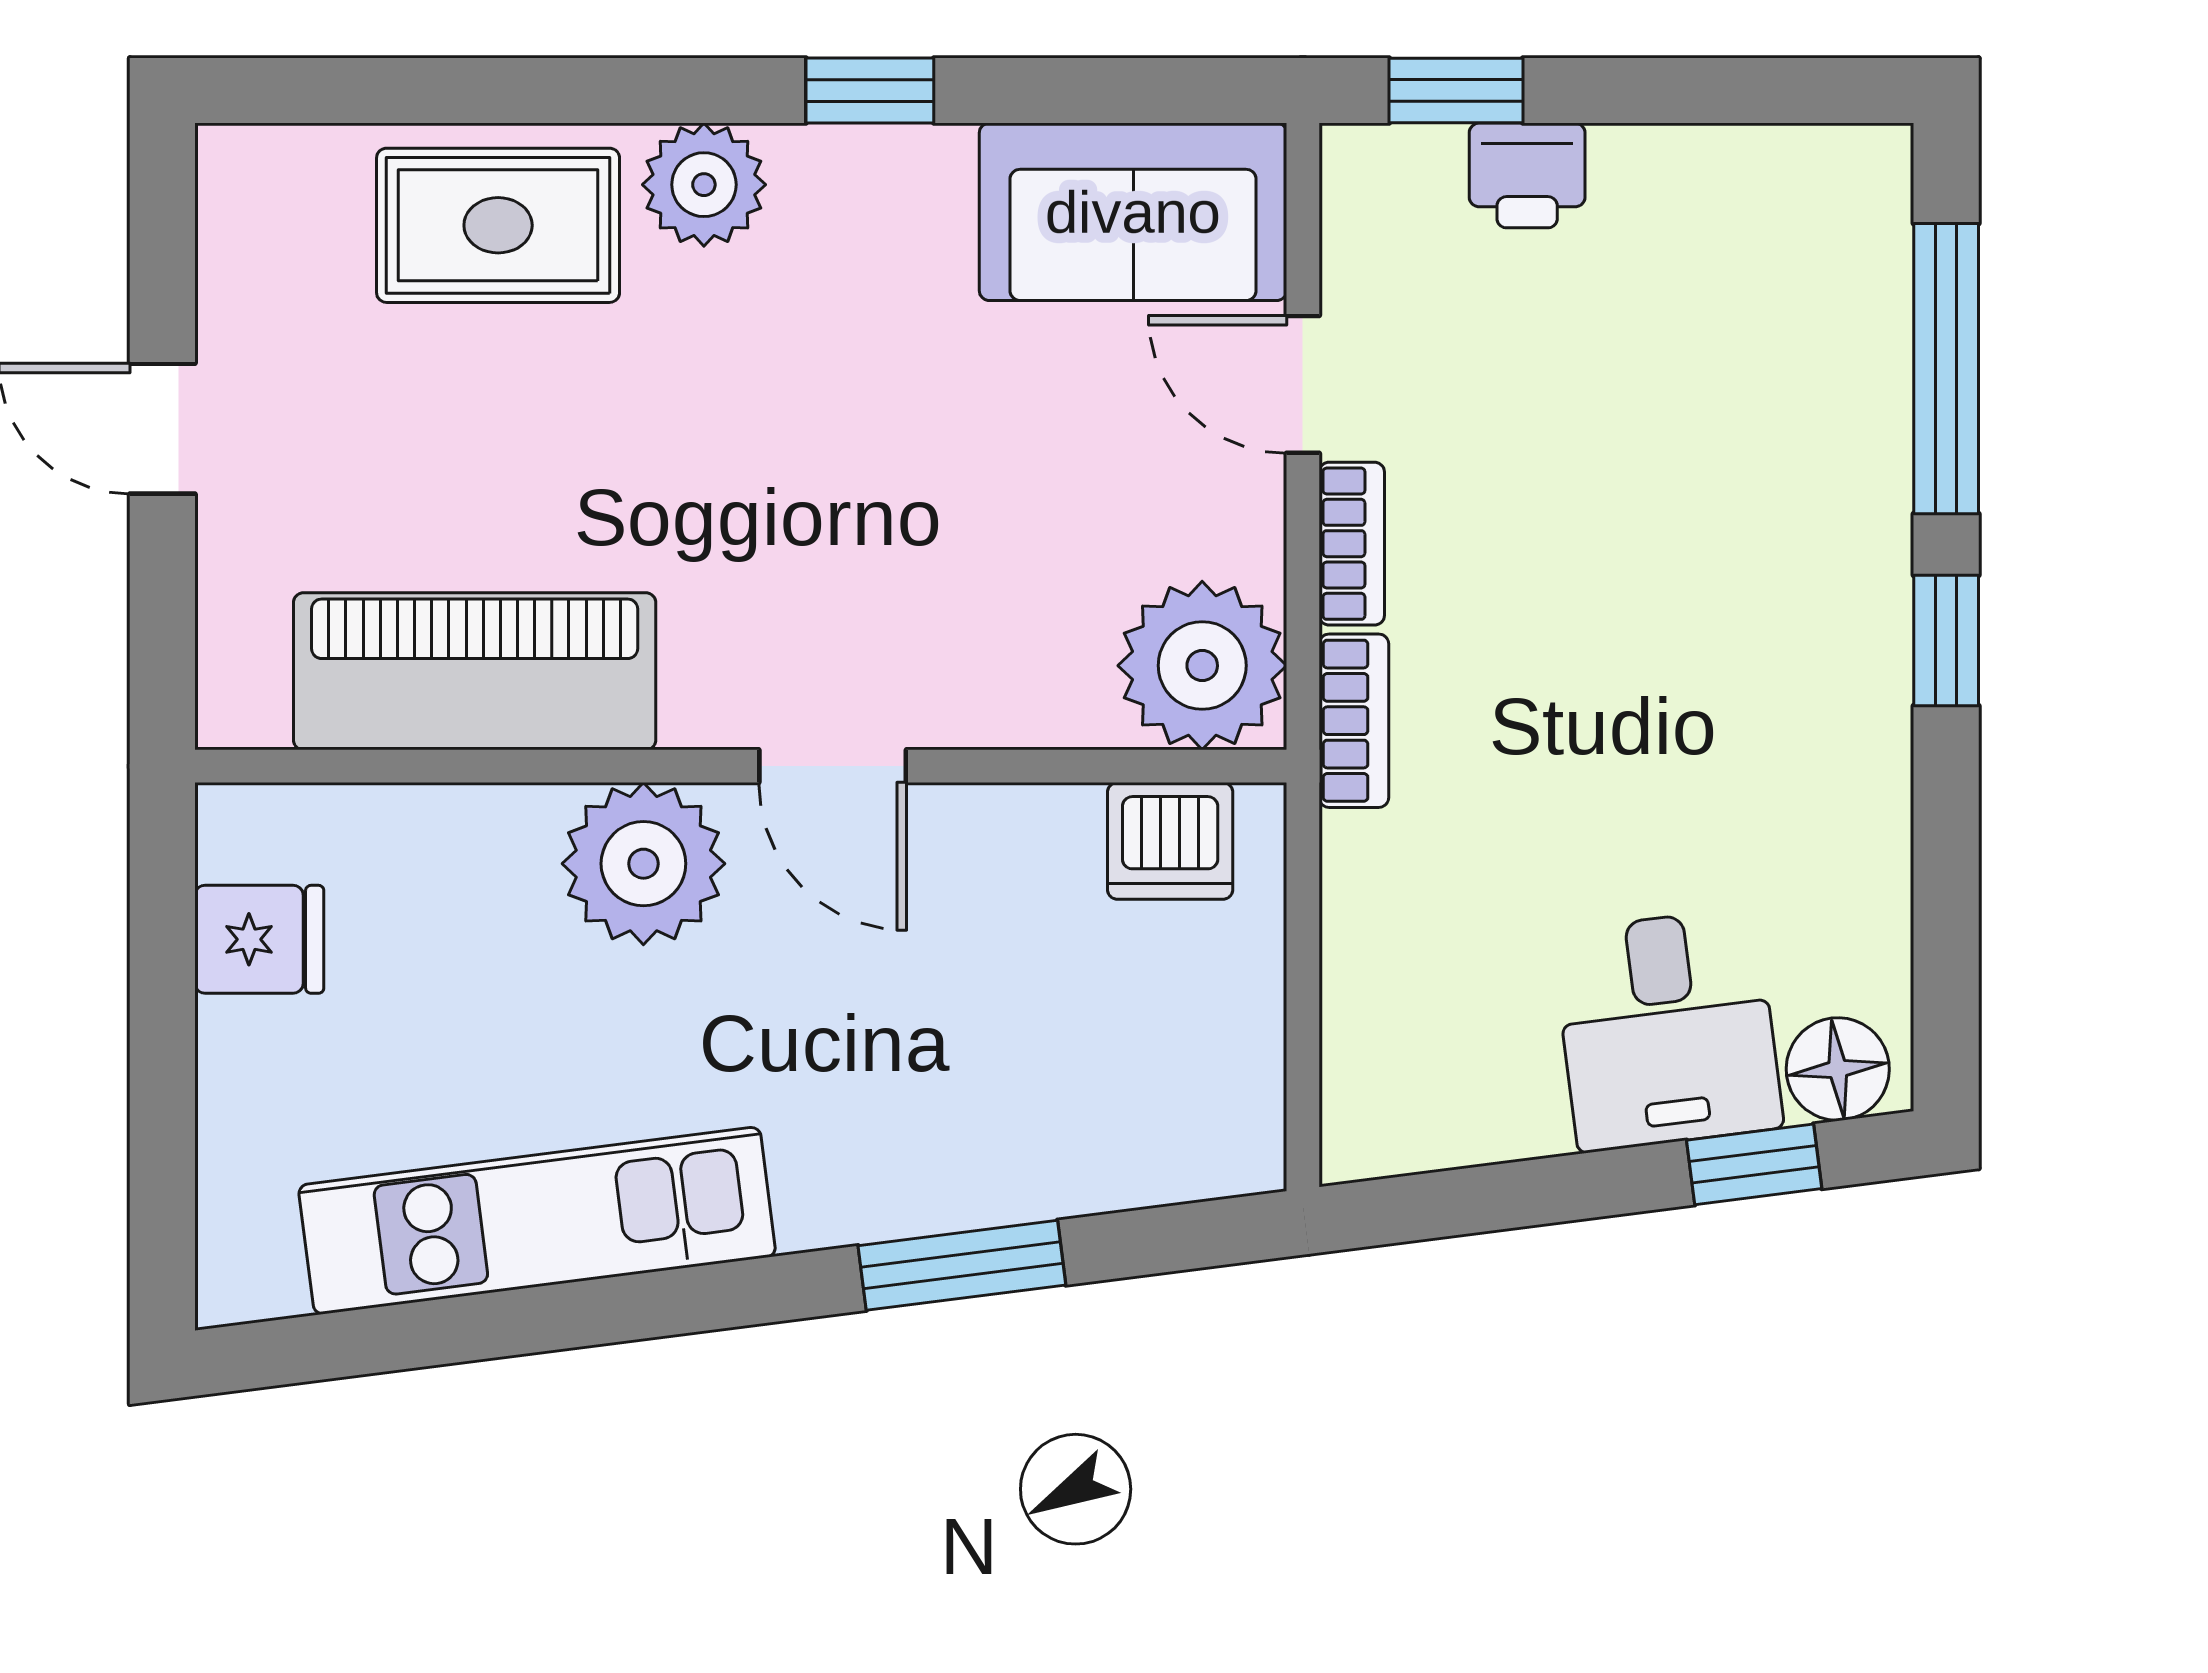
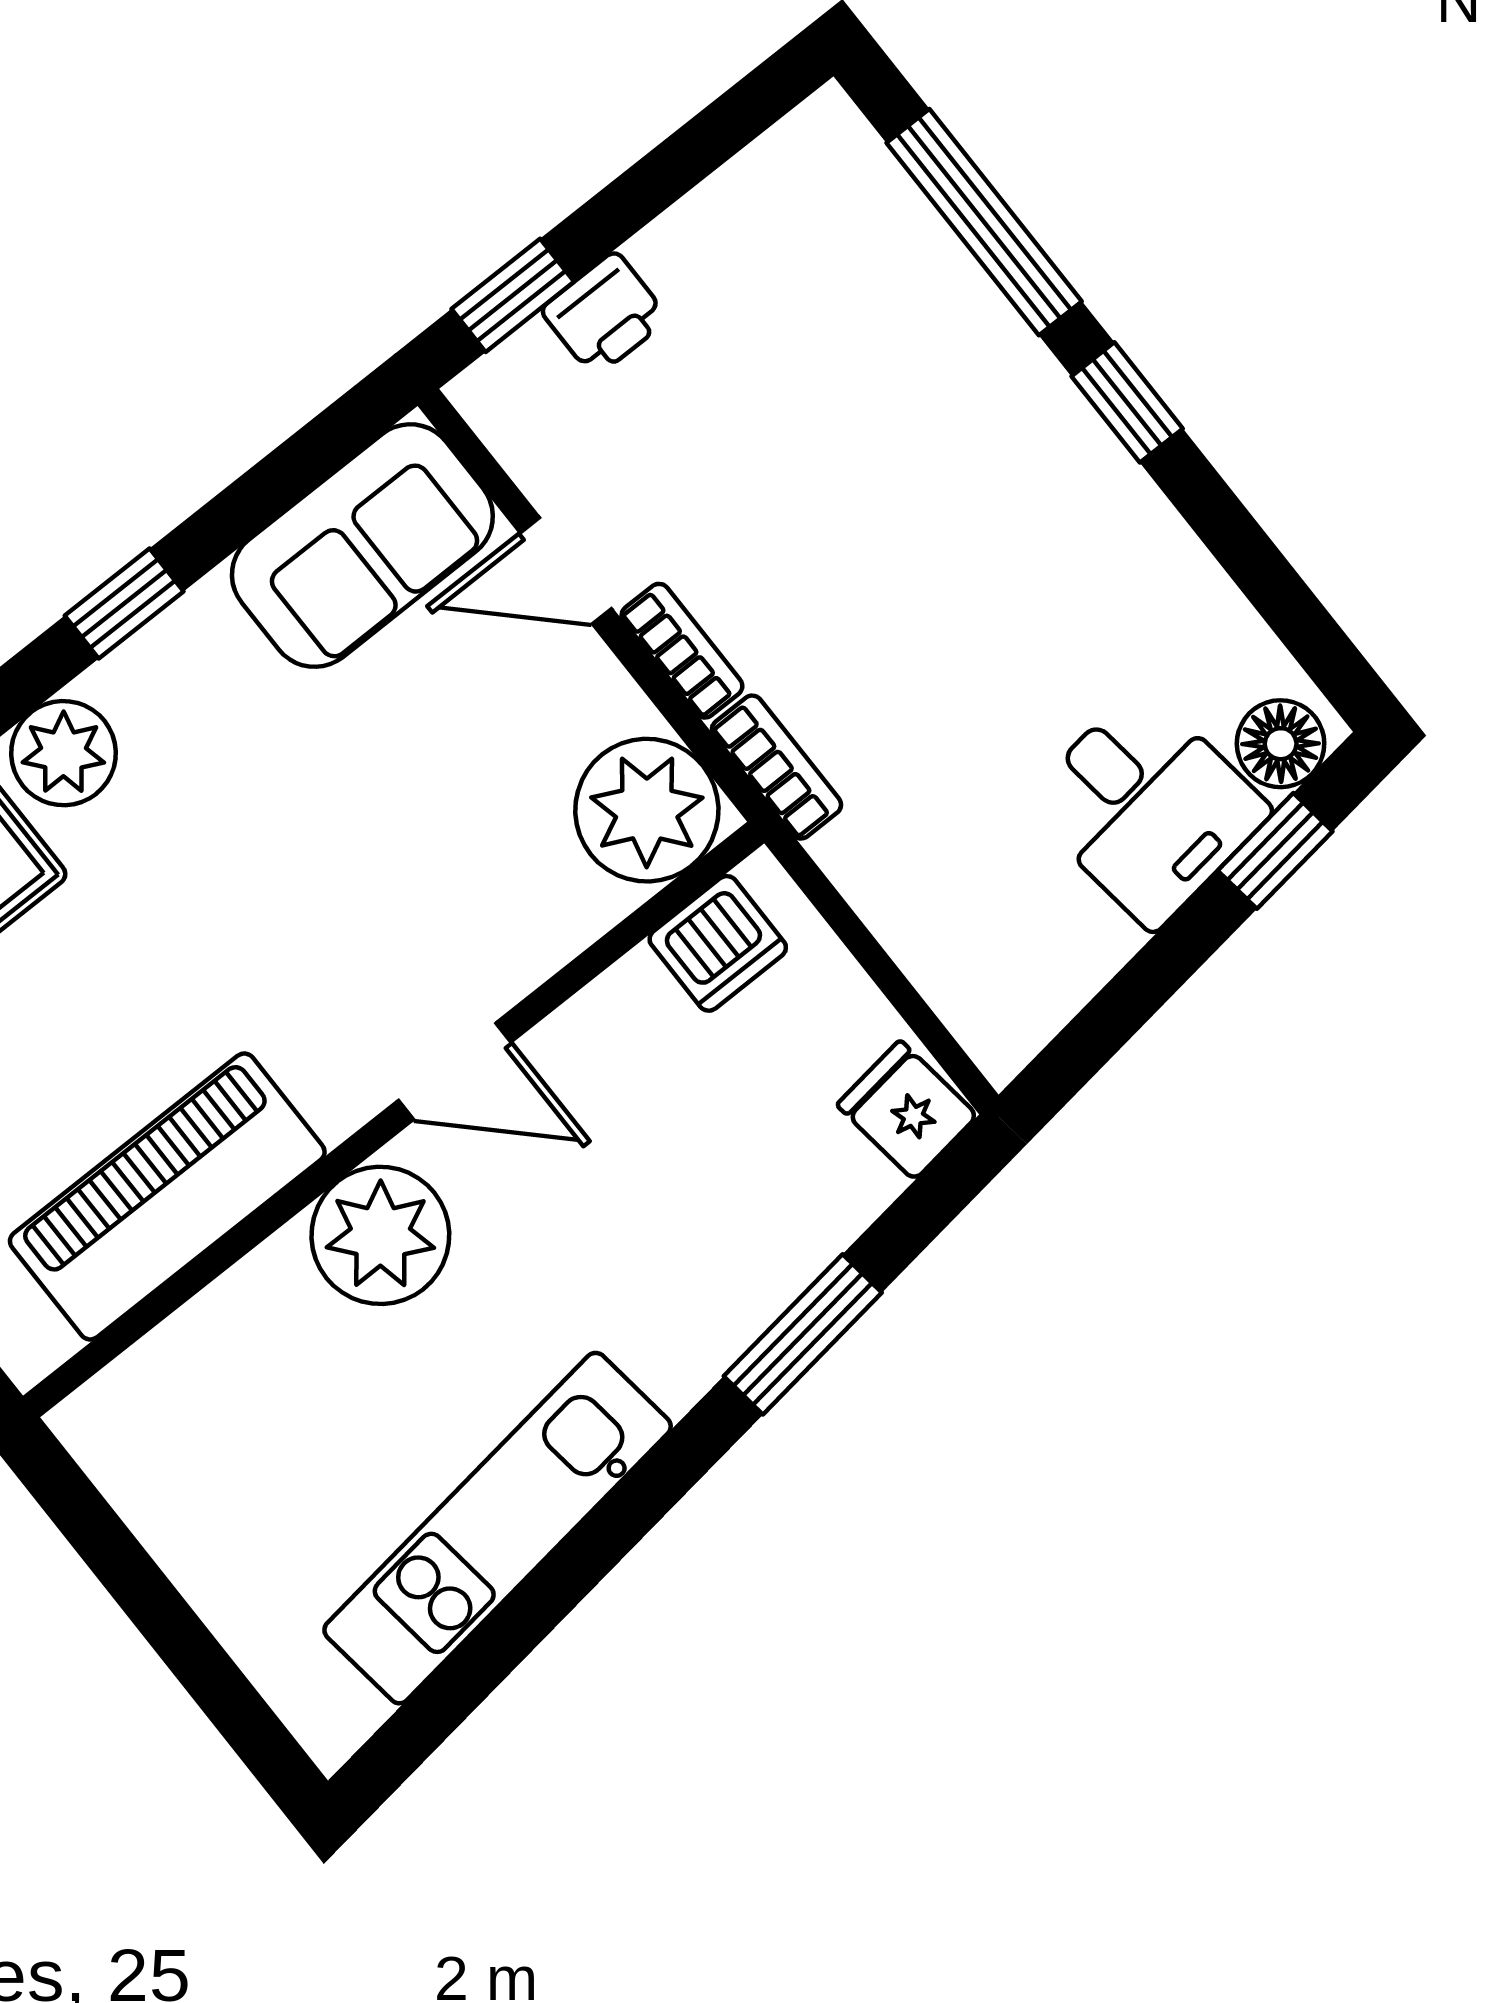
fridge: (259, 939) -> (907, 1110), moved, turned -97

